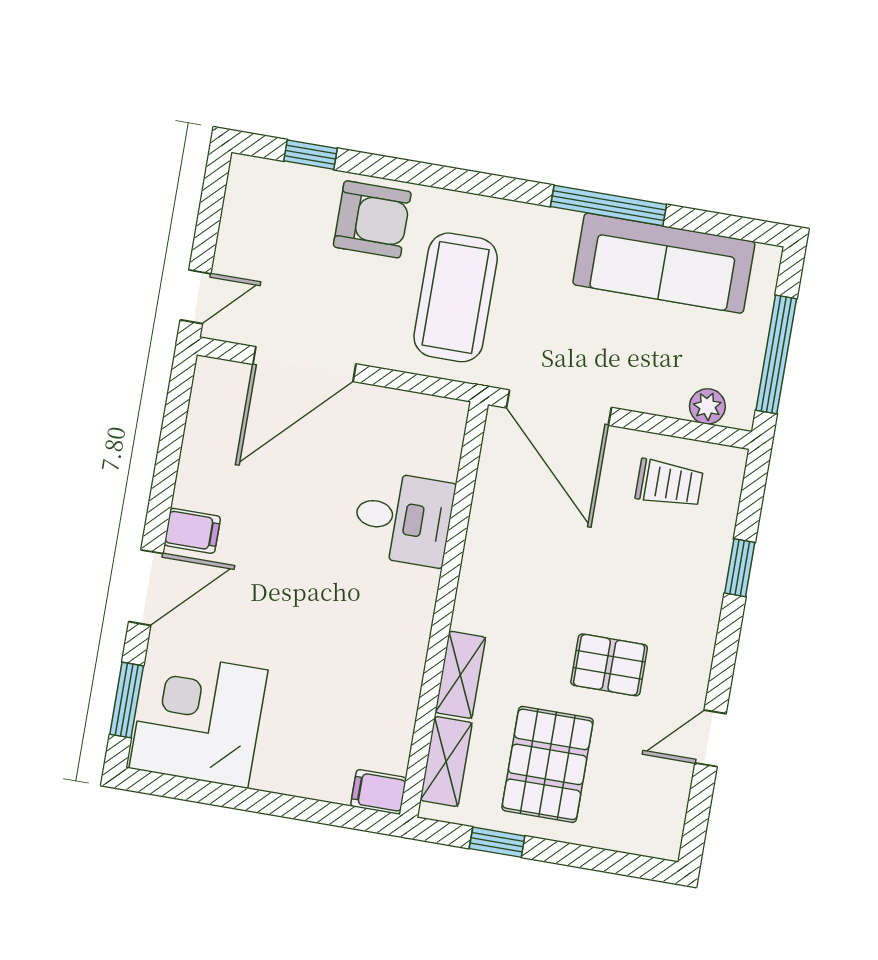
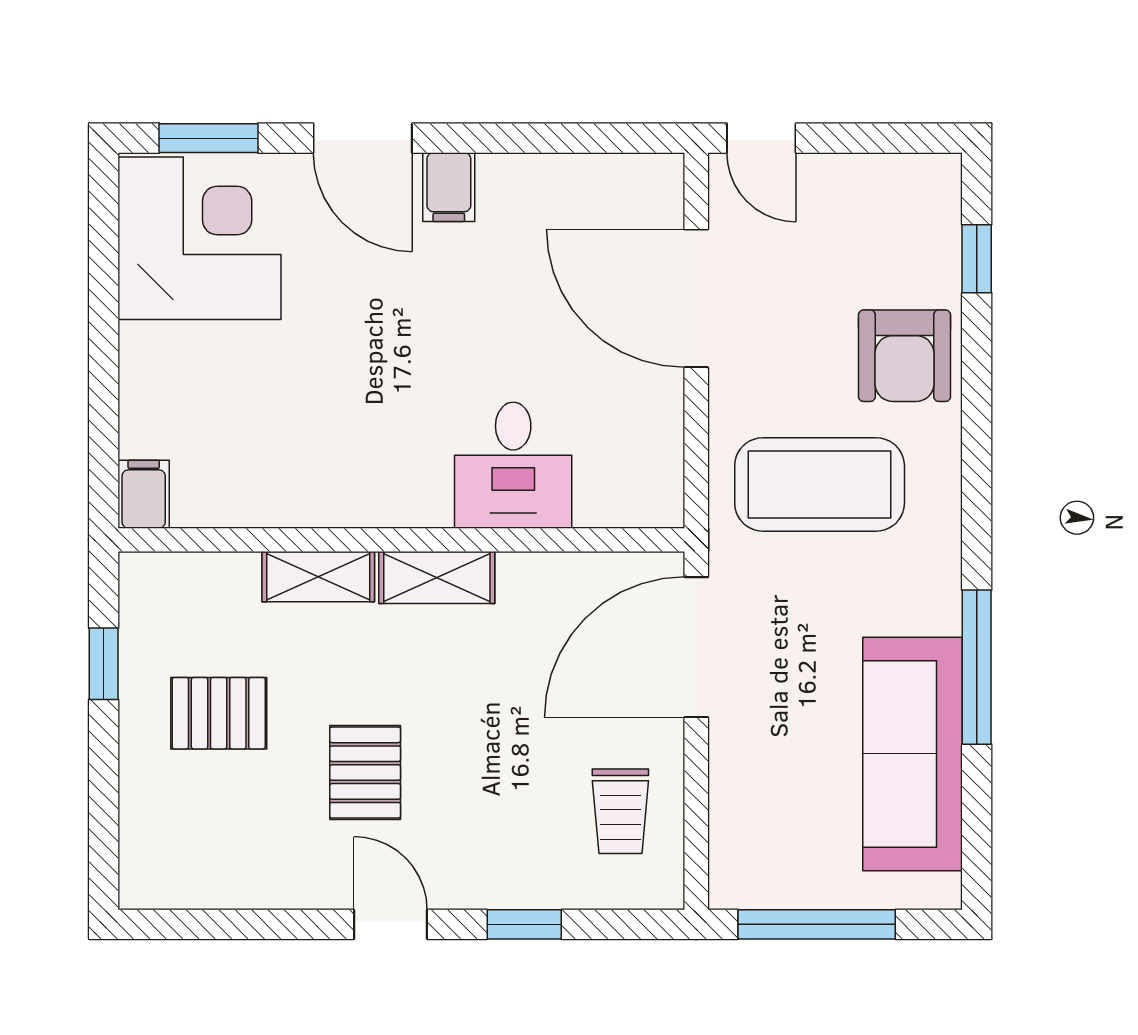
plant: (707, 406) -> (732, 845), removed
door: (711, 738) -> (391, 924), moved
shelving: (446, 761) -> (437, 578), moved
pallet: (548, 764) -> (219, 713), width x0.67, depth x0.71

